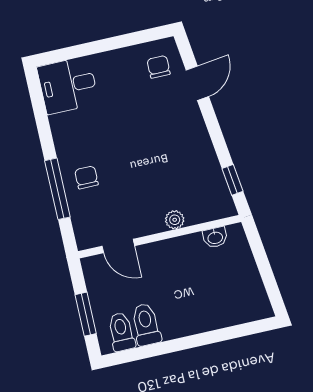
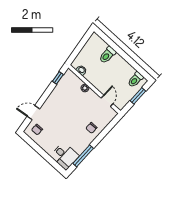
window: (57, 189) -> (83, 156), moved
toilet: (146, 325) -> (107, 55), moved

